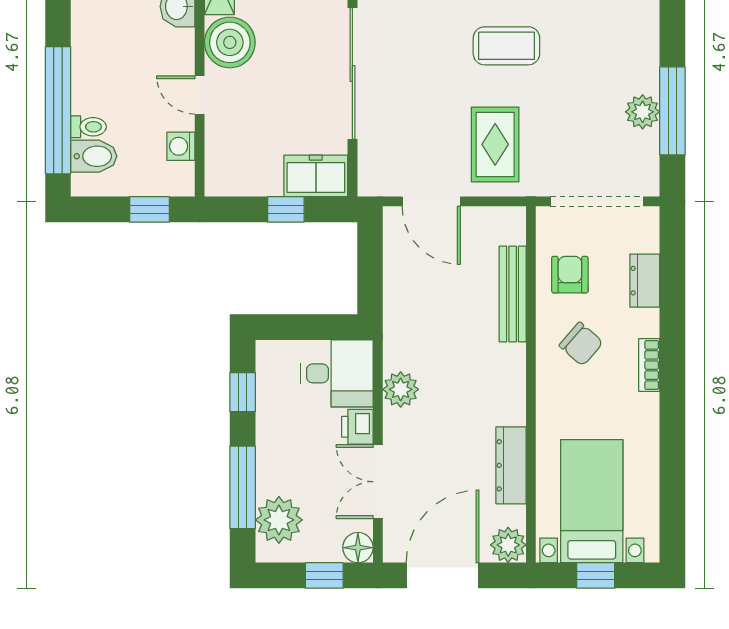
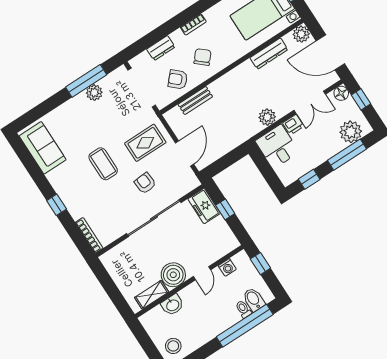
armchair: (424, 98) -> (145, 183), added
armchair: (570, 275) -> (178, 79), turned 42
bench: (513, 294) -> (195, 100), width x0.73

